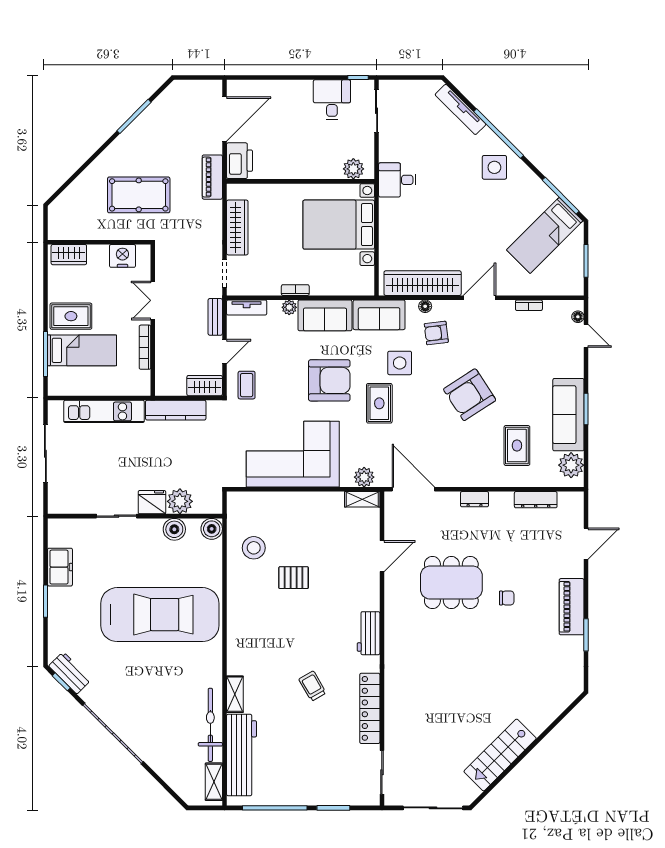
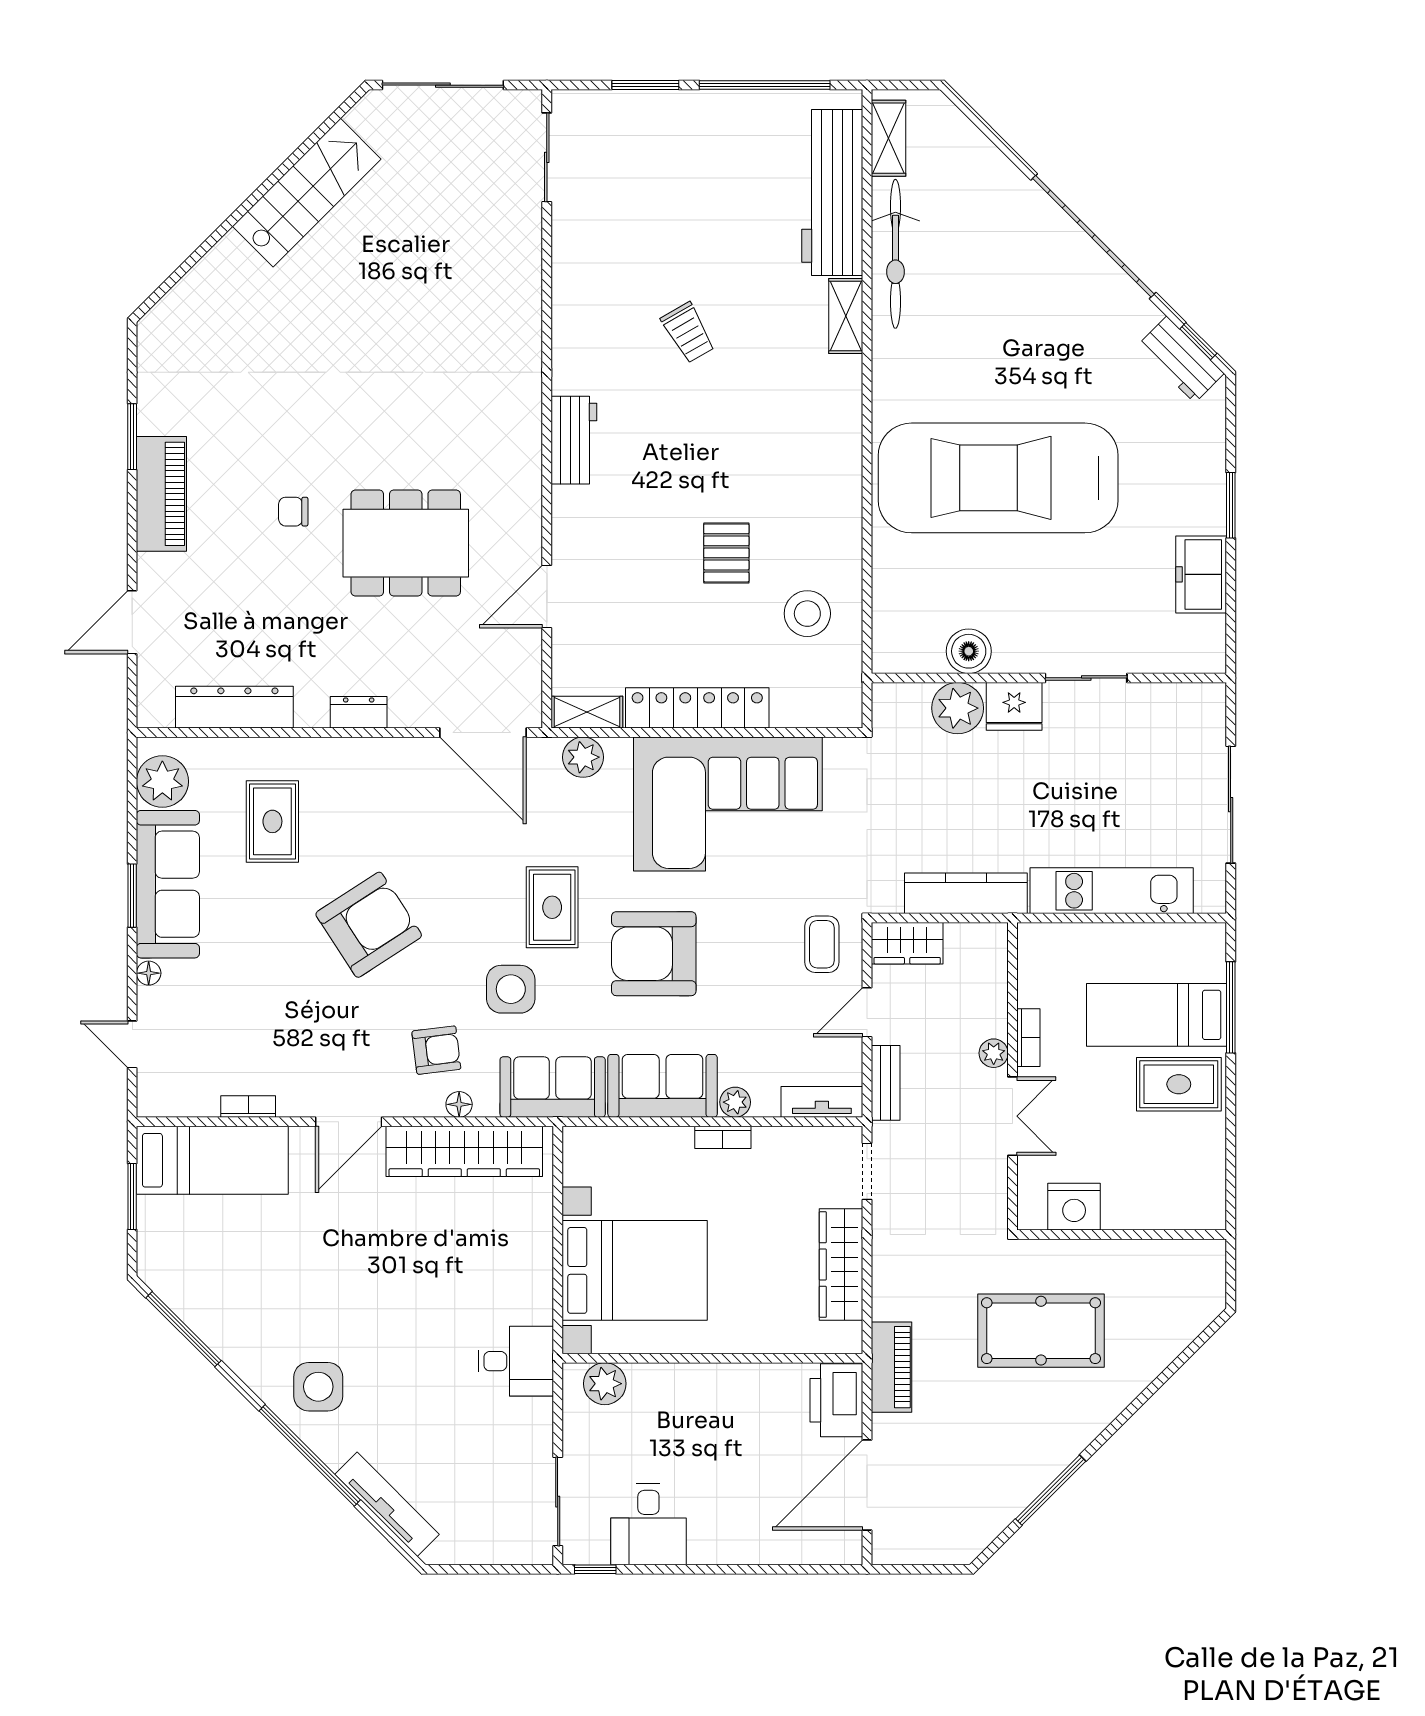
bed: (545, 235) -> (212, 1160), moved, turned 45
wardrobe: (69, 255) -> (1183, 1209), removed
floor lamp: (578, 317) -> (149, 973), moved
plant: (162, 331) -> (994, 1053), added
bookcase: (145, 347) -> (1028, 1038), width x0.64
dresser: (536, 500) -> (234, 707), width x1.37, depth x1.24
boiler: (212, 529) -> (893, 652), removed
pallet: (294, 578) -> (726, 553), turned 90
locker: (370, 708) -> (697, 708), moved, turned -90

